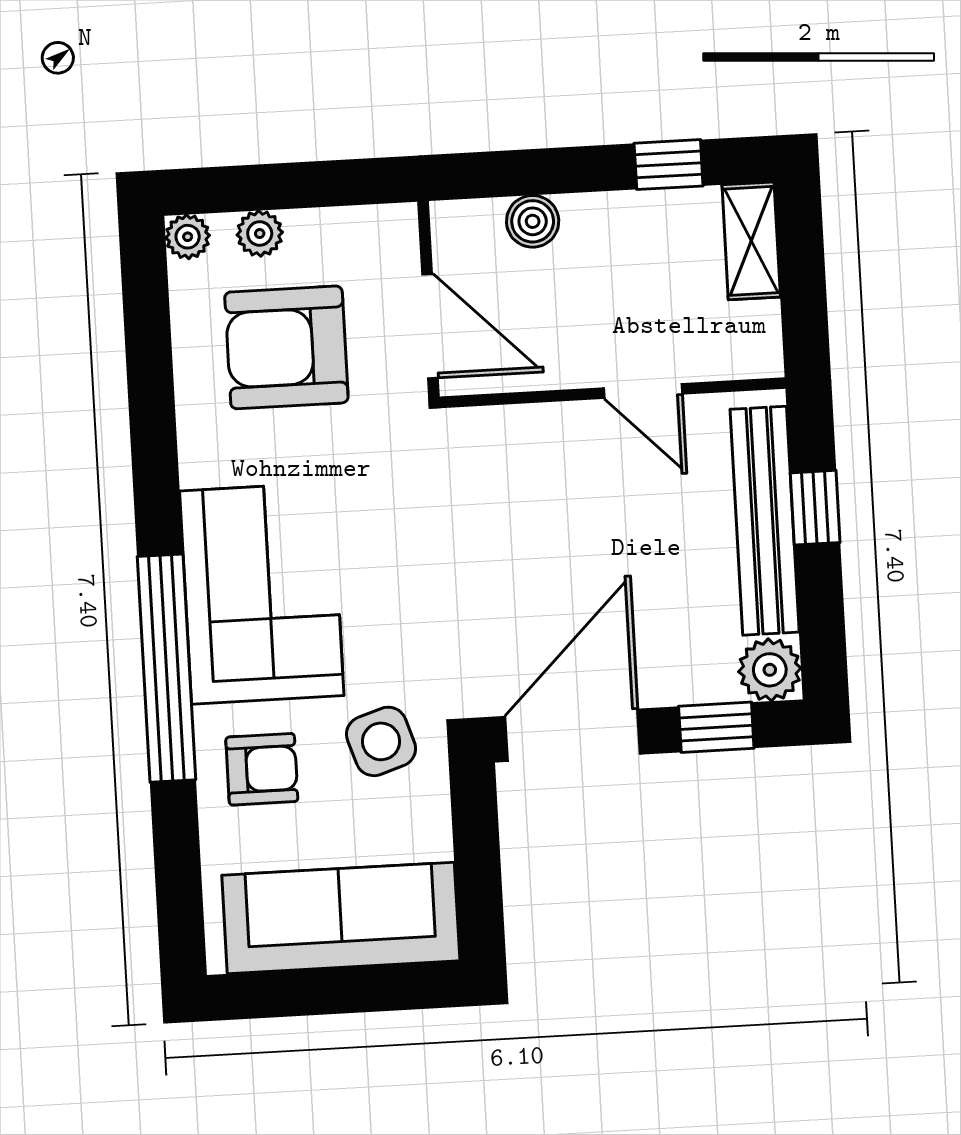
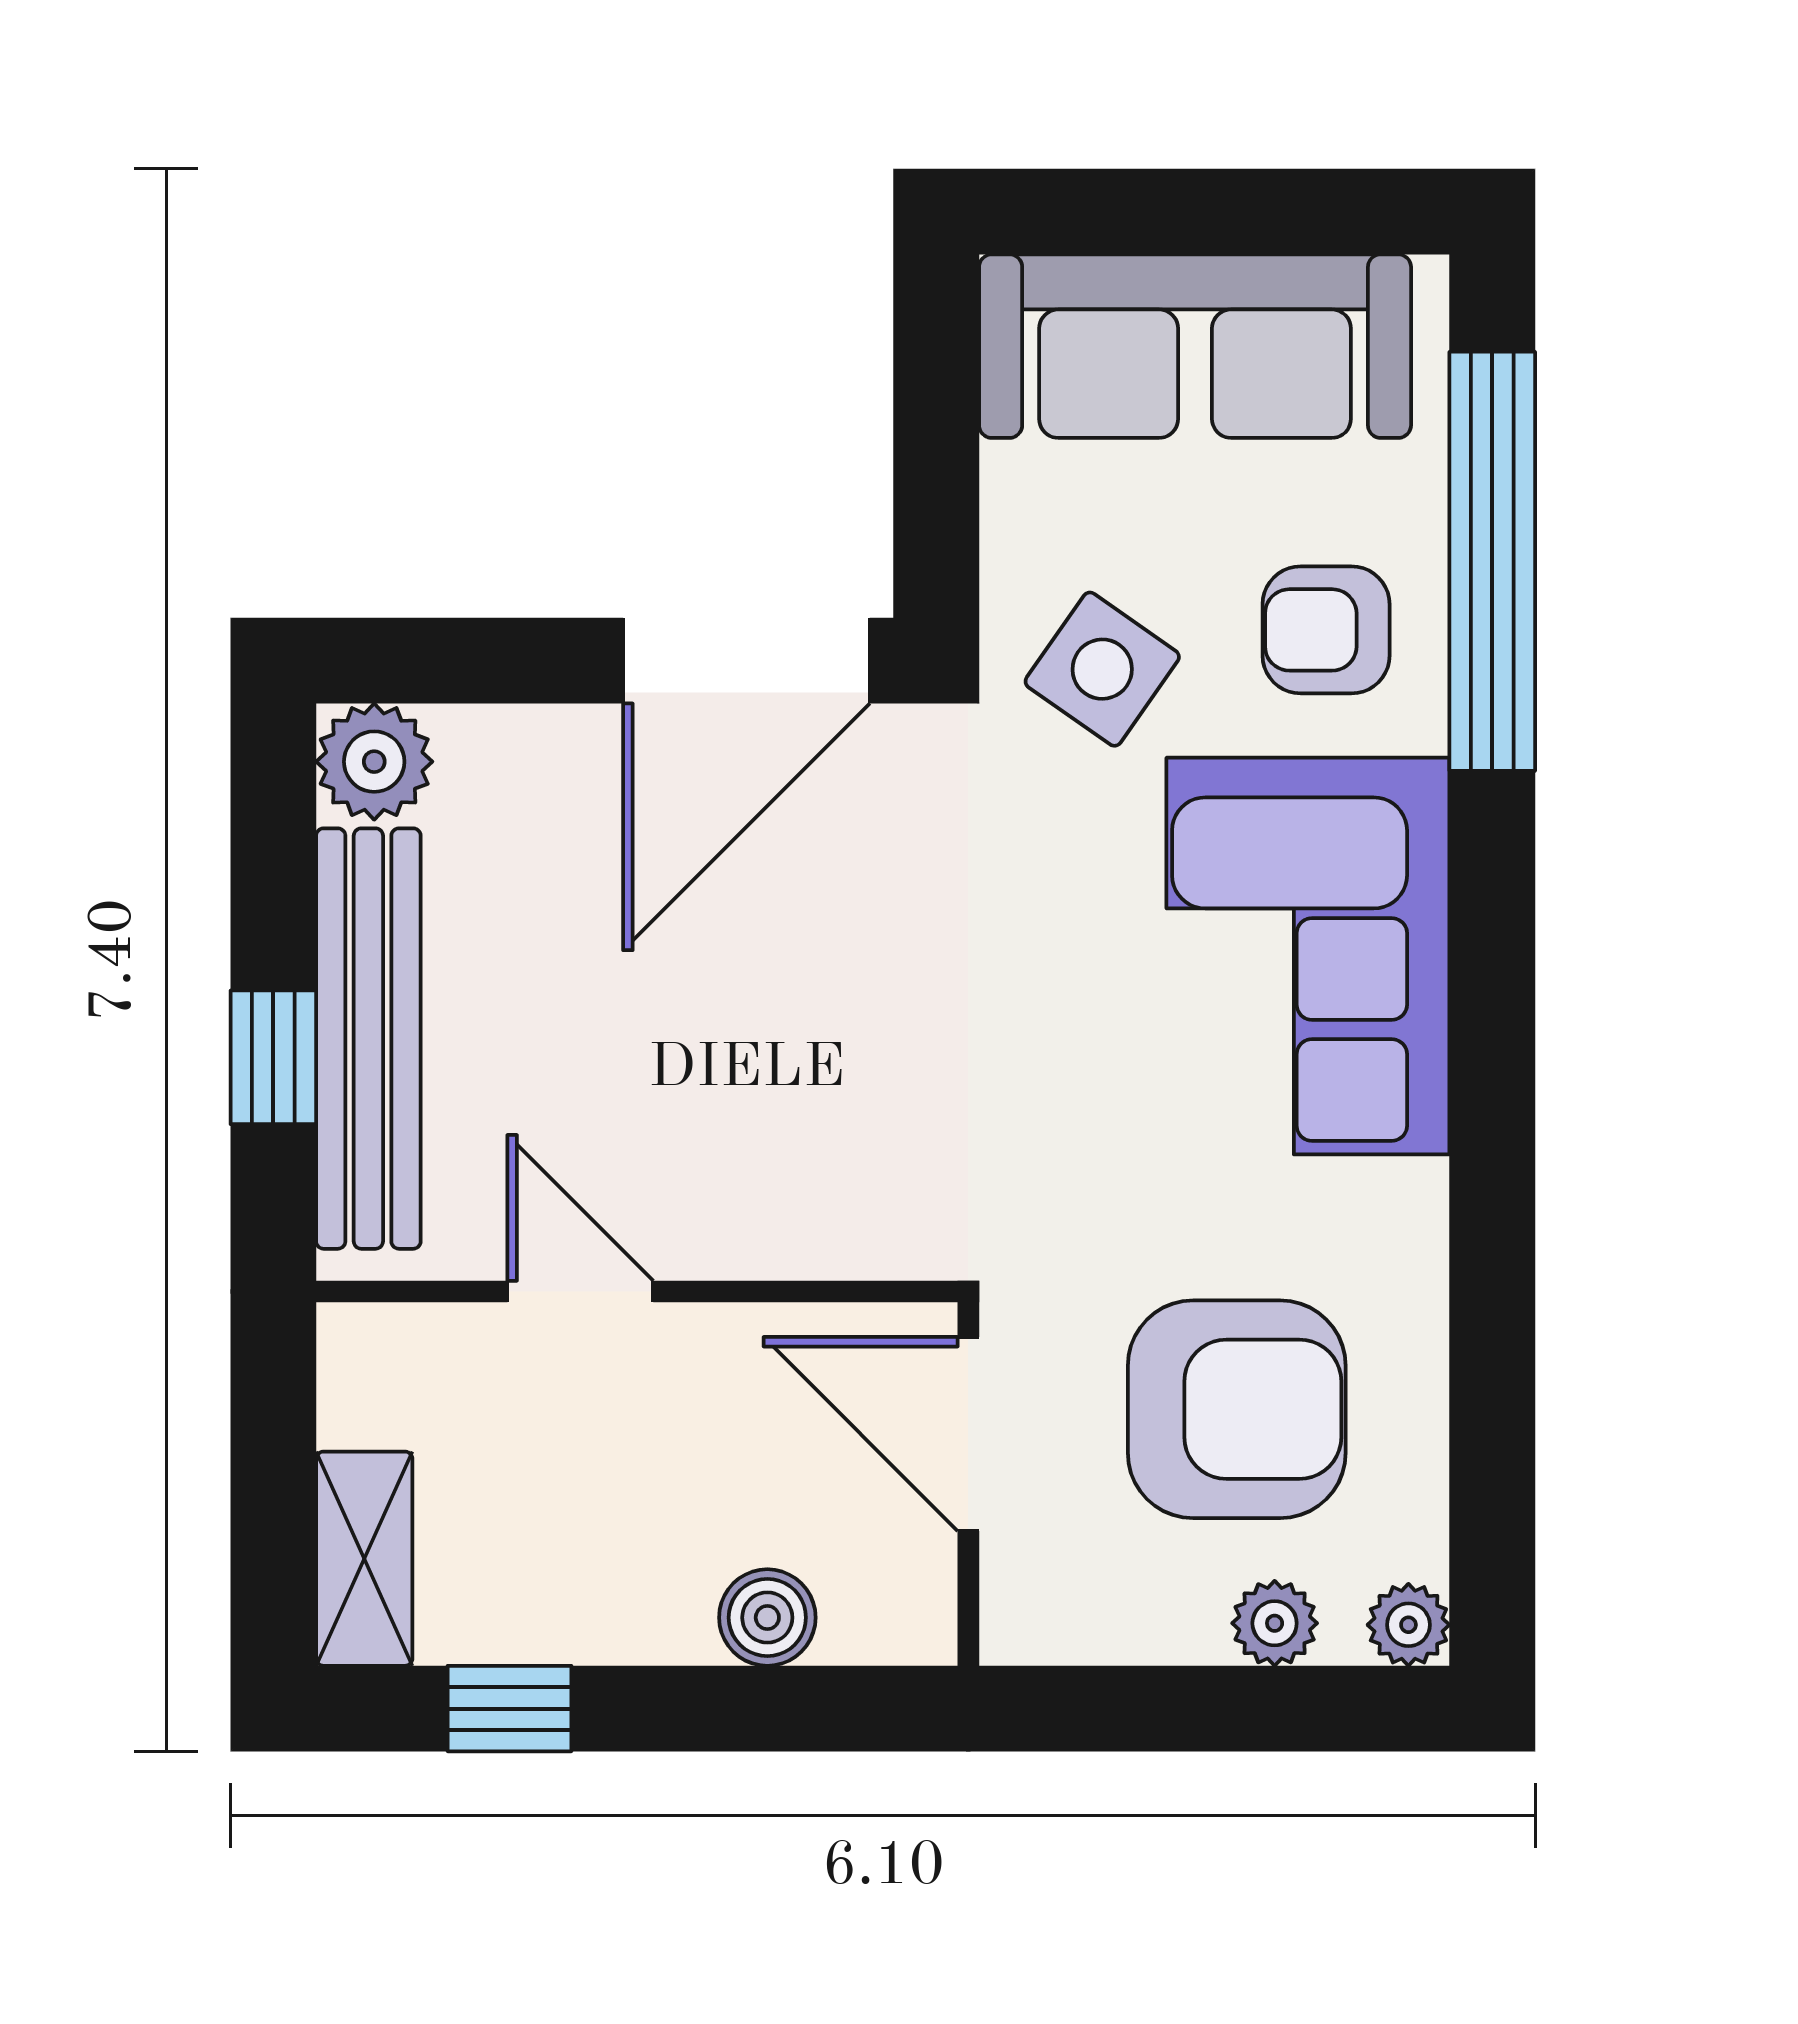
window: (167, 668) -> (1492, 561), moved
window: (716, 727) -> (479, 661), removed
side table: (381, 741) -> (1102, 669), turned -37

